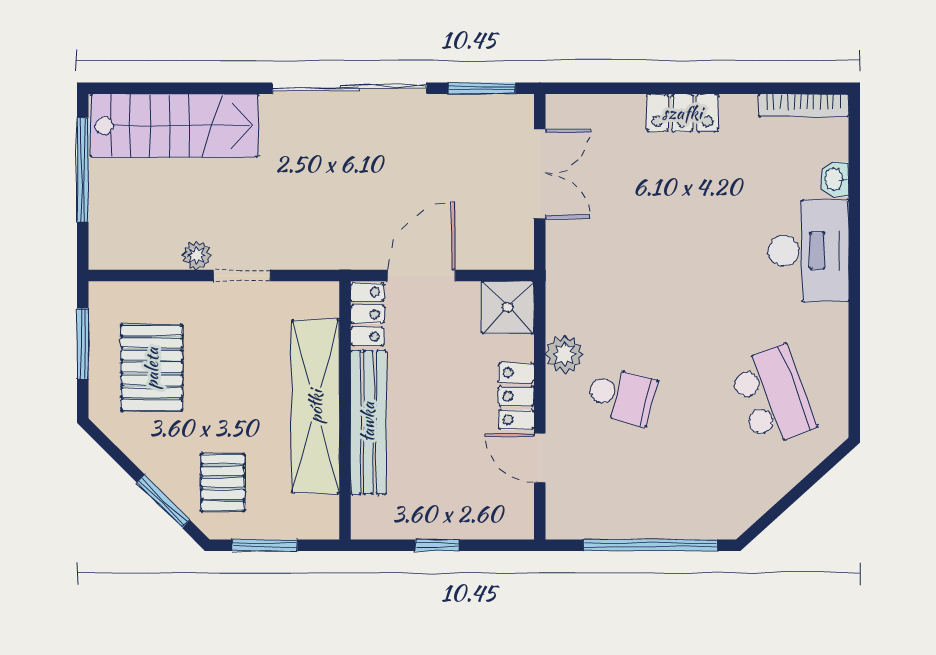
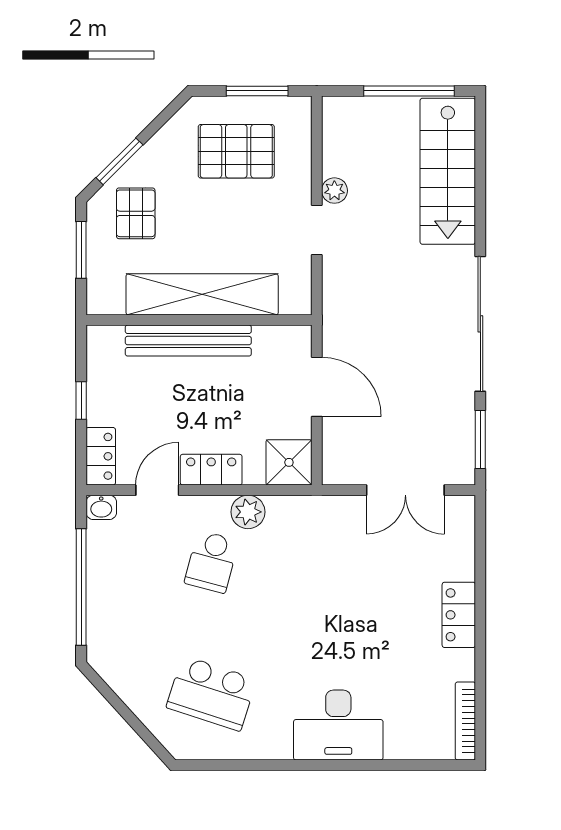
washbasin: (835, 179) -> (101, 507), moved, turned 180
locker: (367, 314) -> (101, 456), moved, turned -90
school desk: (772, 396) -> (211, 693), turned 39
pallet: (223, 483) -> (136, 213), turned 90

